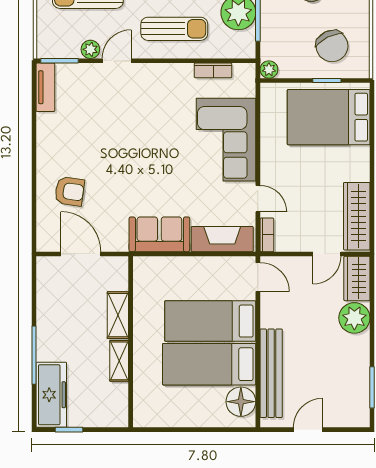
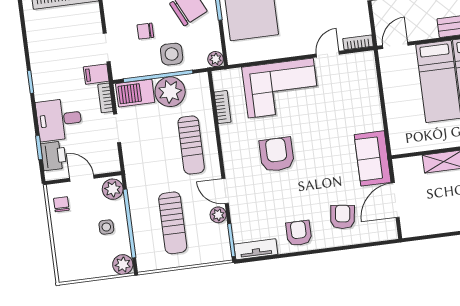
side table: (281, 20) -> (172, 54), added
sun lounger: (174, 29) -> (191, 145), turned 180
armchair: (151, 125) -> (277, 154), added
armchair: (58, 139) -> (299, 233), added
sofa: (159, 234) -> (373, 158), moved
fireplace: (222, 239) -> (367, 80), removed

